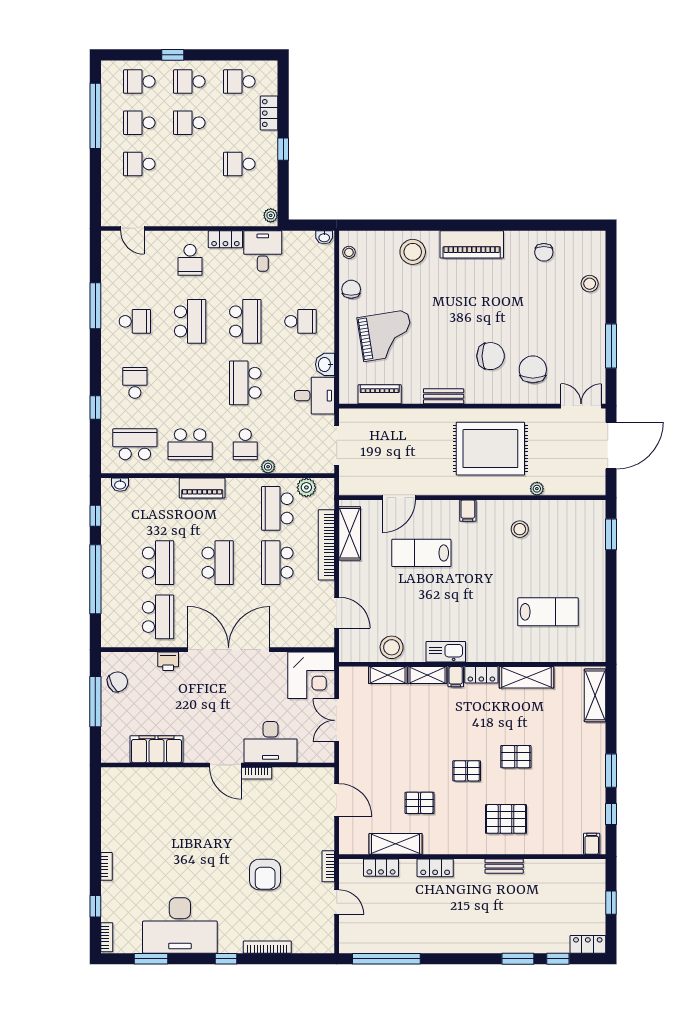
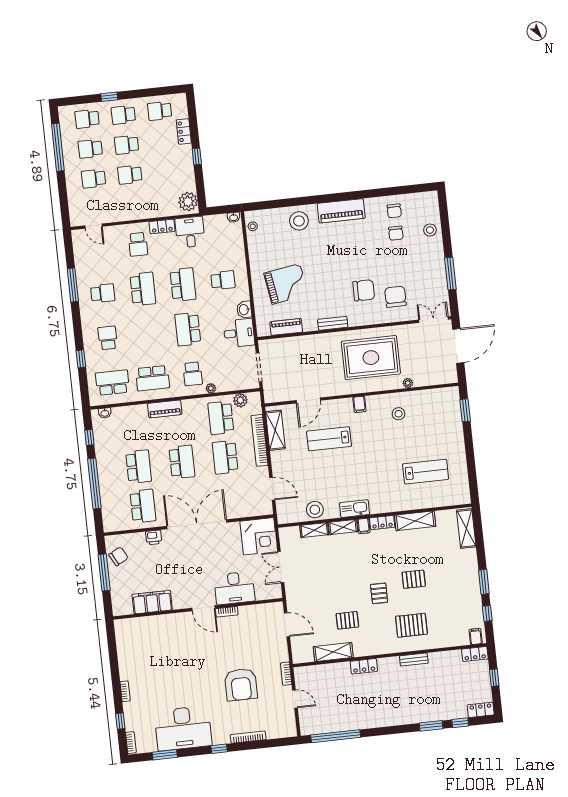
school desk: (239, 164) -> (130, 175), moved
plant: (271, 215) -> (188, 202), width x1.87, depth x1.87
chair: (351, 289) -> (396, 233), moved, turned 180
pallet: (467, 771) -> (379, 593), turned 90
locker: (381, 868) -> (475, 654), moved
armchair: (265, 875) -> (241, 685), width x1.36, depth x1.36

